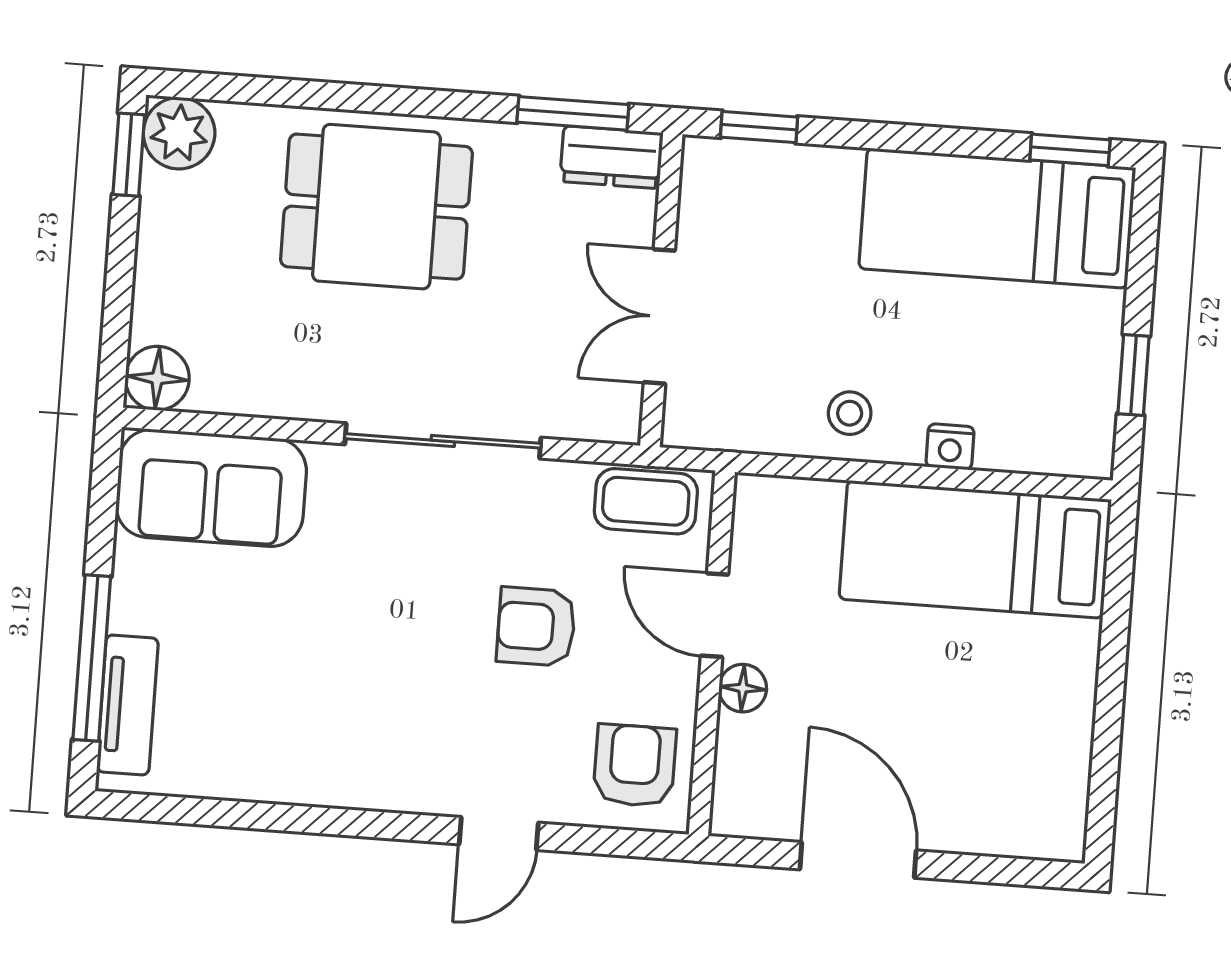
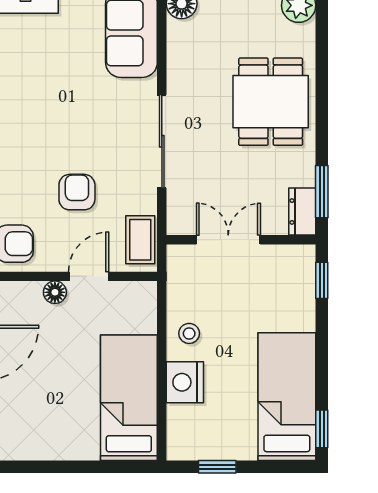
nightstand: (950, 447) -> (185, 382), width x1.89, depth x1.79

